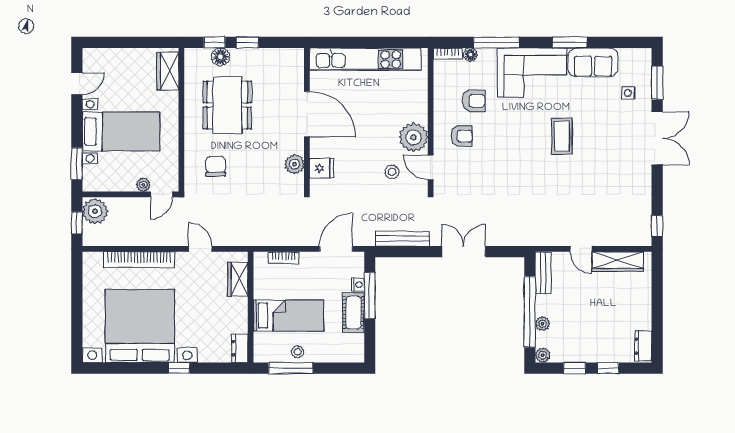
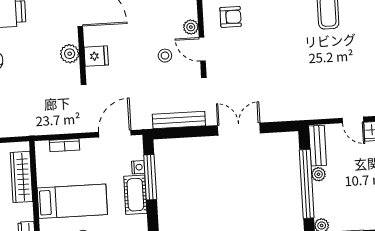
plant: (414, 137) -> (191, 27), width x0.53, depth x0.53
wardrobe: (238, 279) -> (21, 177), width x1.50
plant: (542, 324) -> (318, 174), moved

